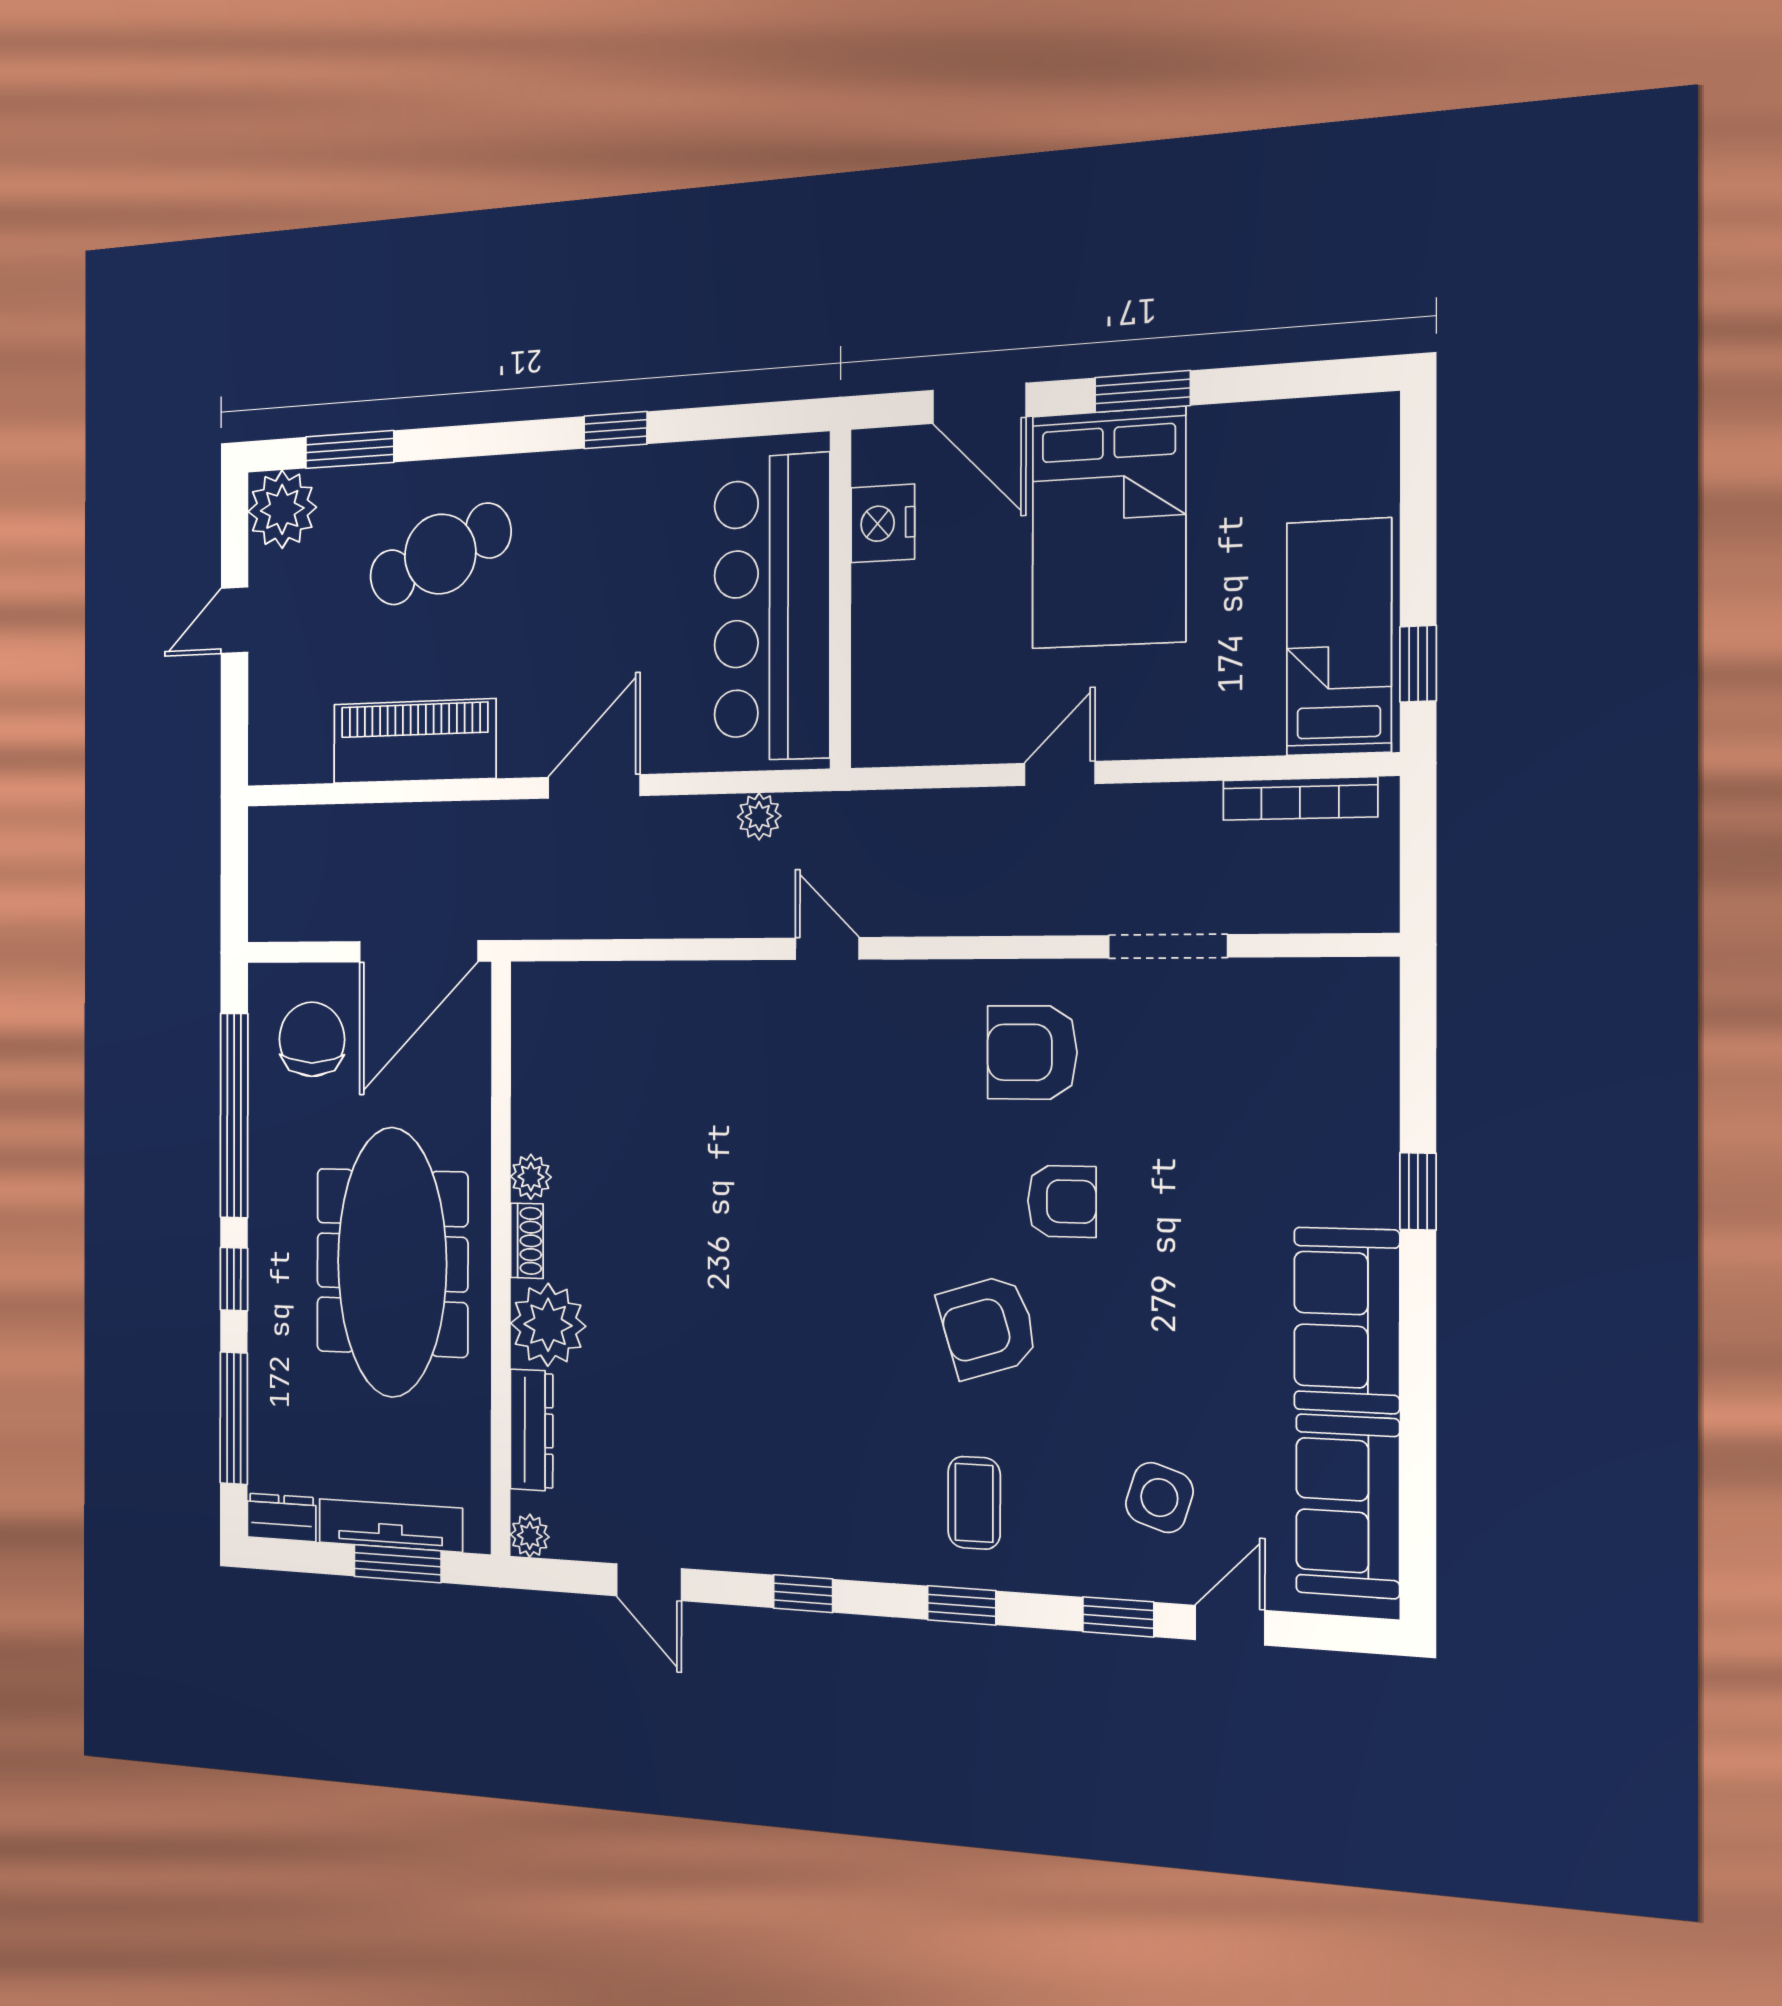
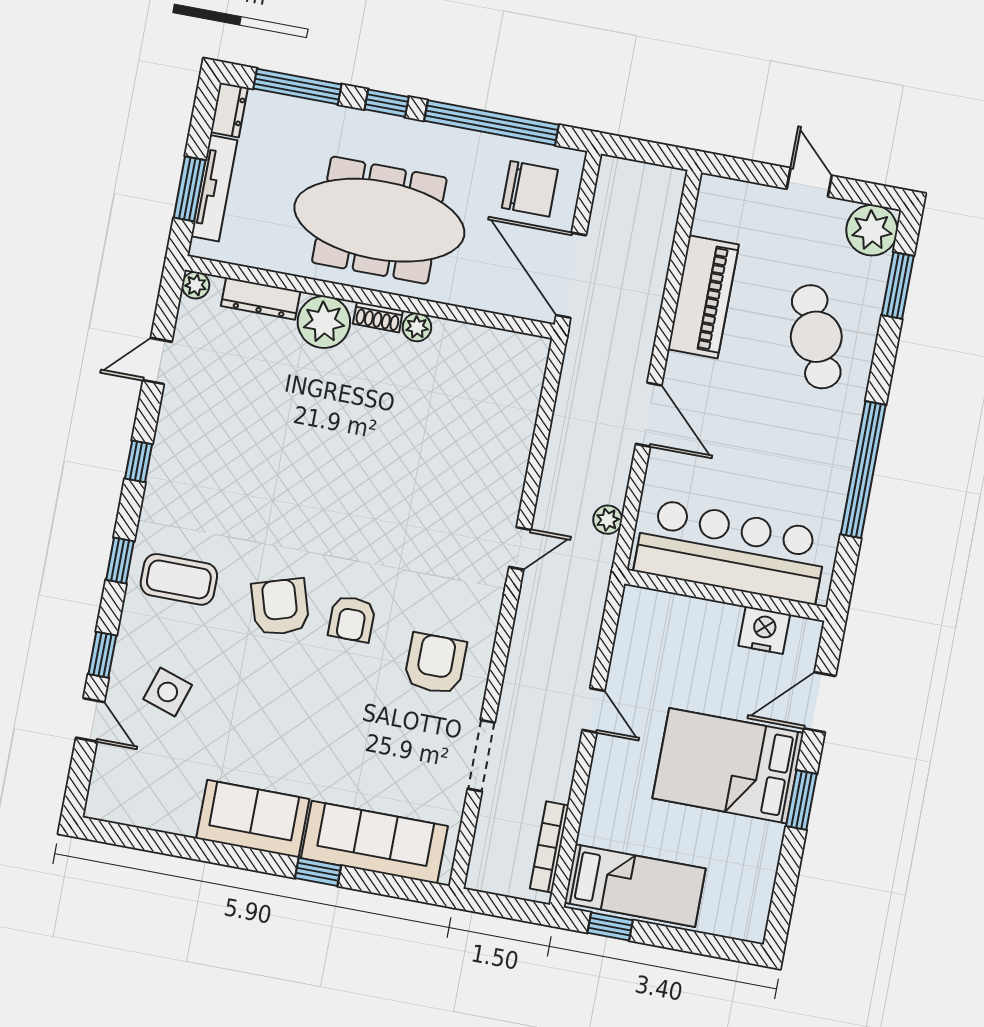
window: (615, 430) -> (863, 470), width x3.17
armchair: (1062, 1201) -> (352, 619), moved
coffee table: (974, 1503) -> (179, 579), width x1.36, depth x1.30
sofa: (1348, 1506) -> (374, 842), moved, width x1.36

